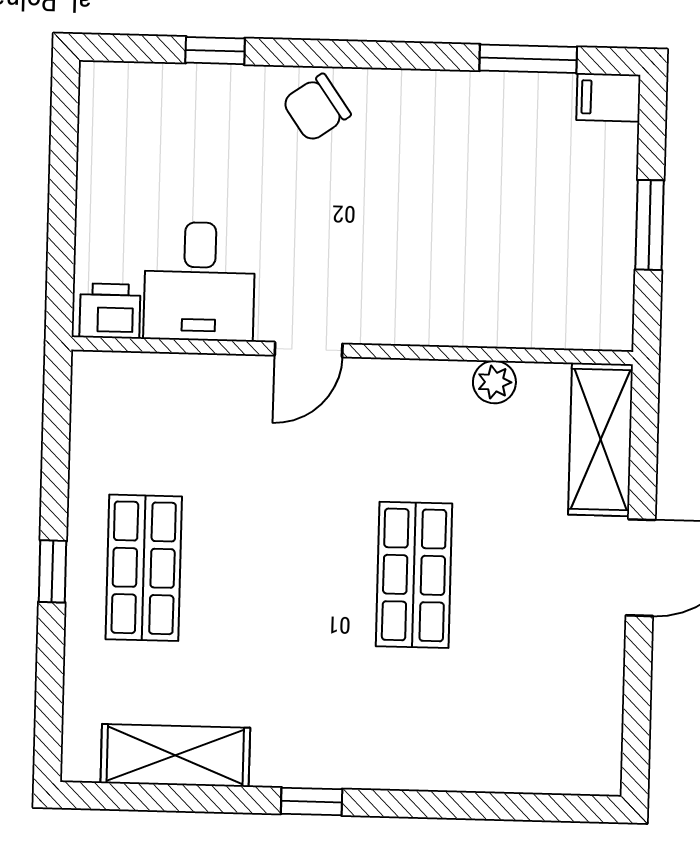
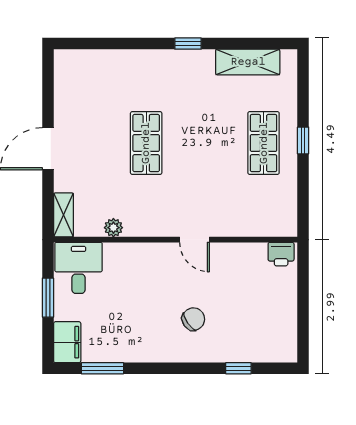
filing cabinet: (608, 97) -> (67, 342), width x2.00
chair: (316, 108) -> (193, 319), moved
desk: (199, 282) -> (79, 268), moved
door: (309, 350) -> (194, 240), swing flipped
shelving: (601, 440) -> (63, 215), width x0.67, depth x0.75

